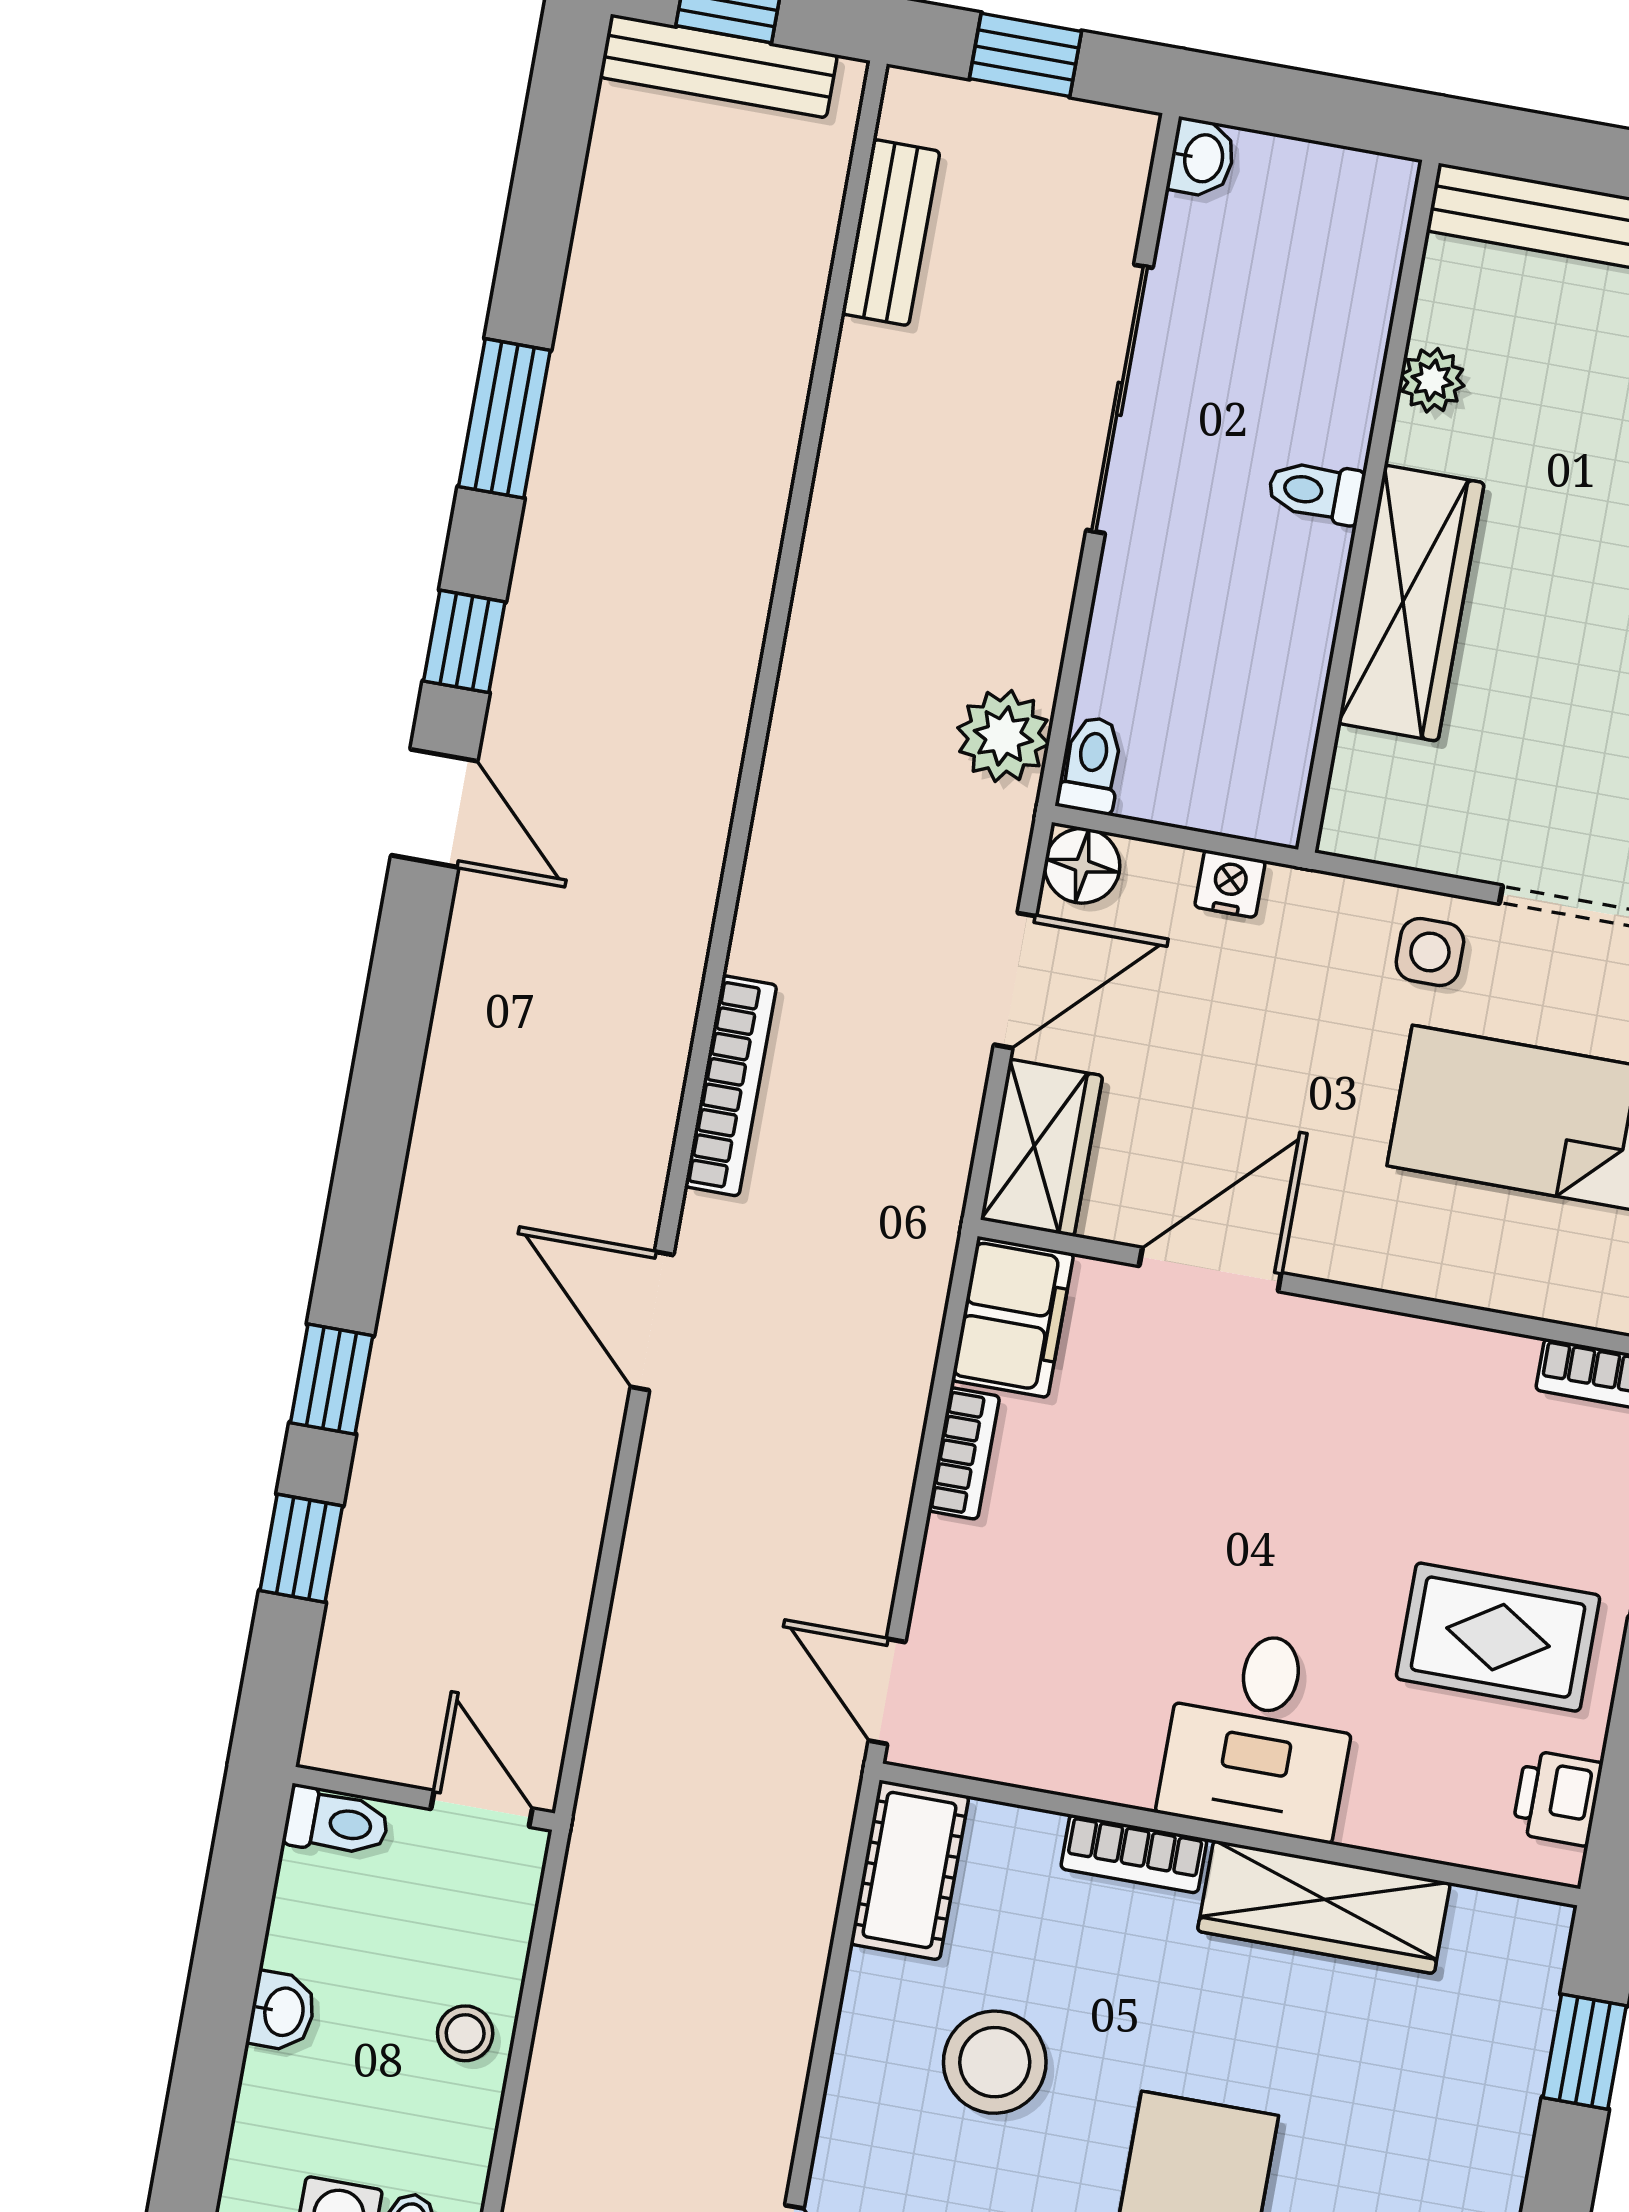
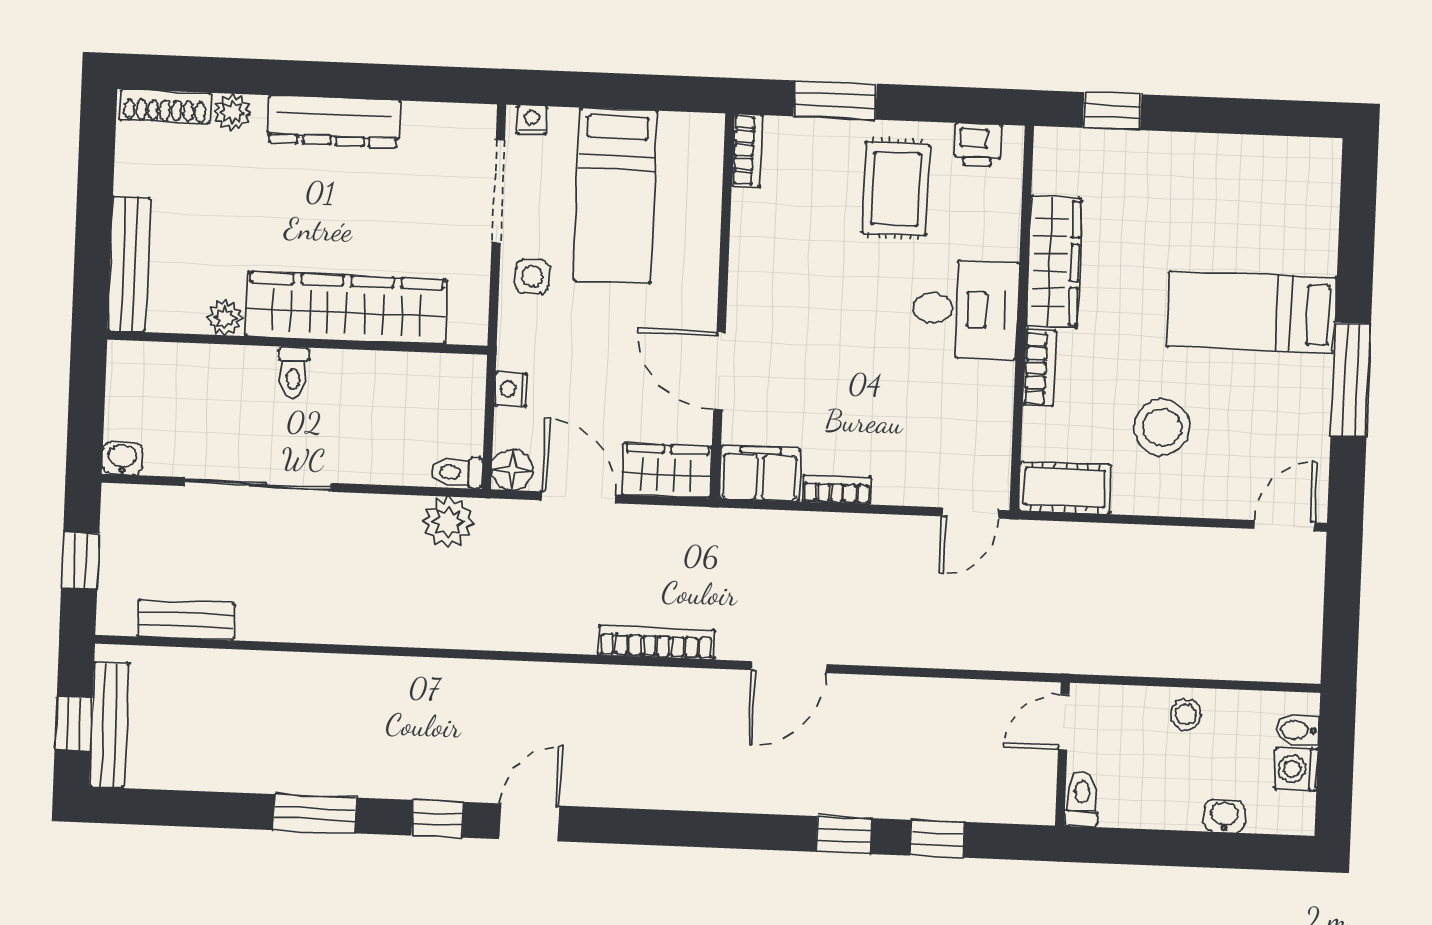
wardrobe: (1411, 603) -> (346, 308), width x1.40, depth x1.17
washbasin: (282, 2011) -> (1225, 816), moved

